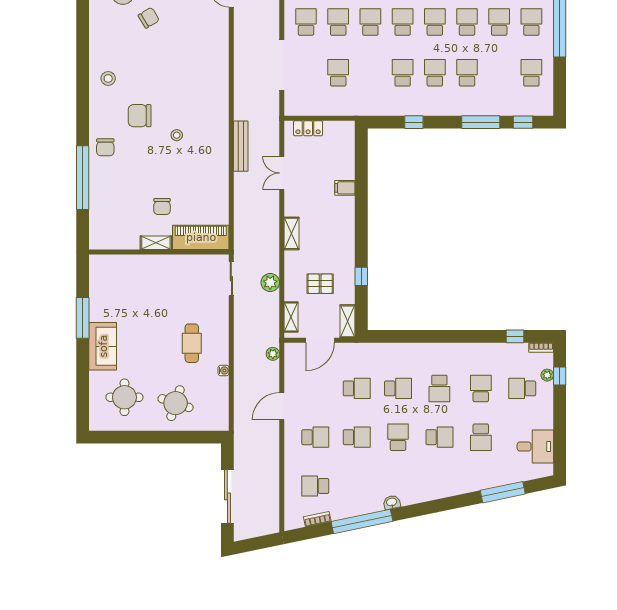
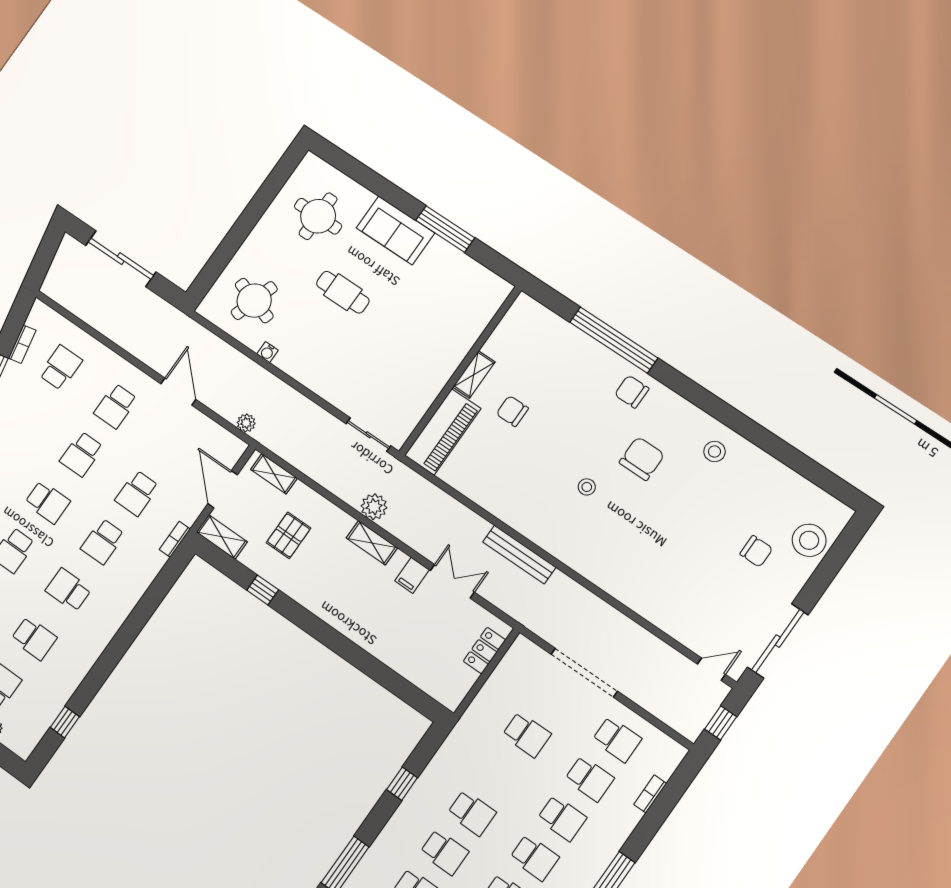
chair: (149, 18) -> (756, 551), turned -59
filing cabinet: (345, 188) -> (412, 575), moved, turned 180
plant: (270, 283) -> (374, 507), moved
cafe table: (192, 343) -> (343, 292), moved
bookcase: (541, 347) -> (175, 539), moved
round table: (176, 403) -> (254, 301), moved

